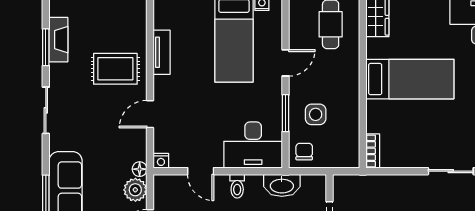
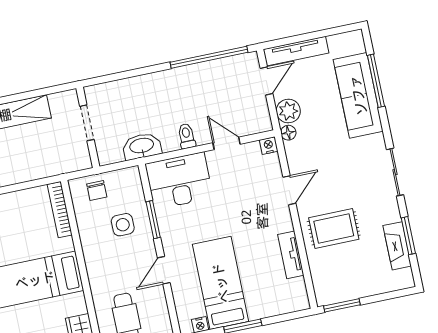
bookcase: (373, 151) -> (60, 210), width x1.56
chair: (304, 152) -> (97, 190), moved

